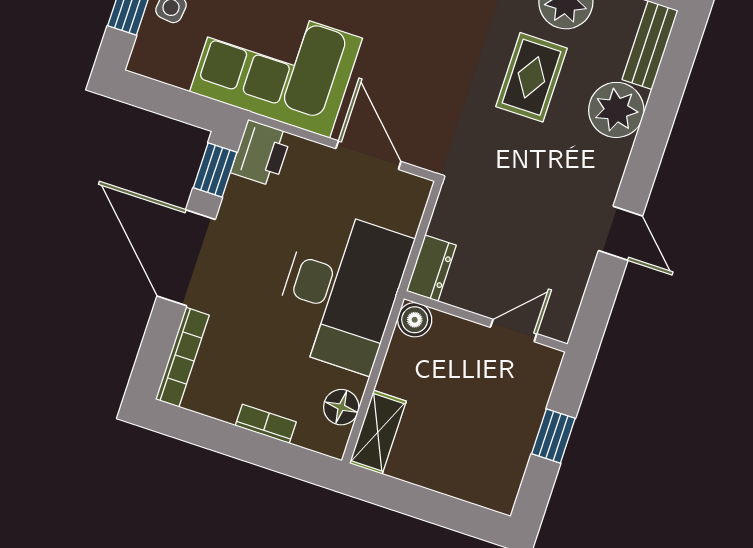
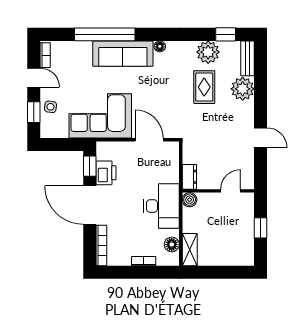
printer: (261, 153) -> (106, 173), moved
desk: (341, 291) -> (161, 206), width x0.73, depth x0.77

